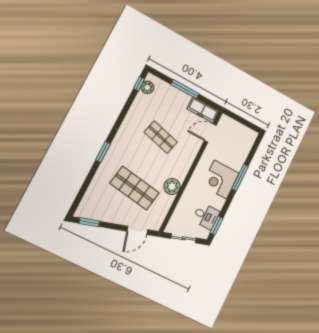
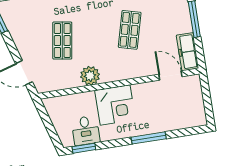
corner desk: (220, 179) -> (115, 105), moved, turned 180
shop shelf: (135, 188) -> (62, 41), width x0.70, depth x0.74
sliding door: (184, 238) -> (48, 124), removed

